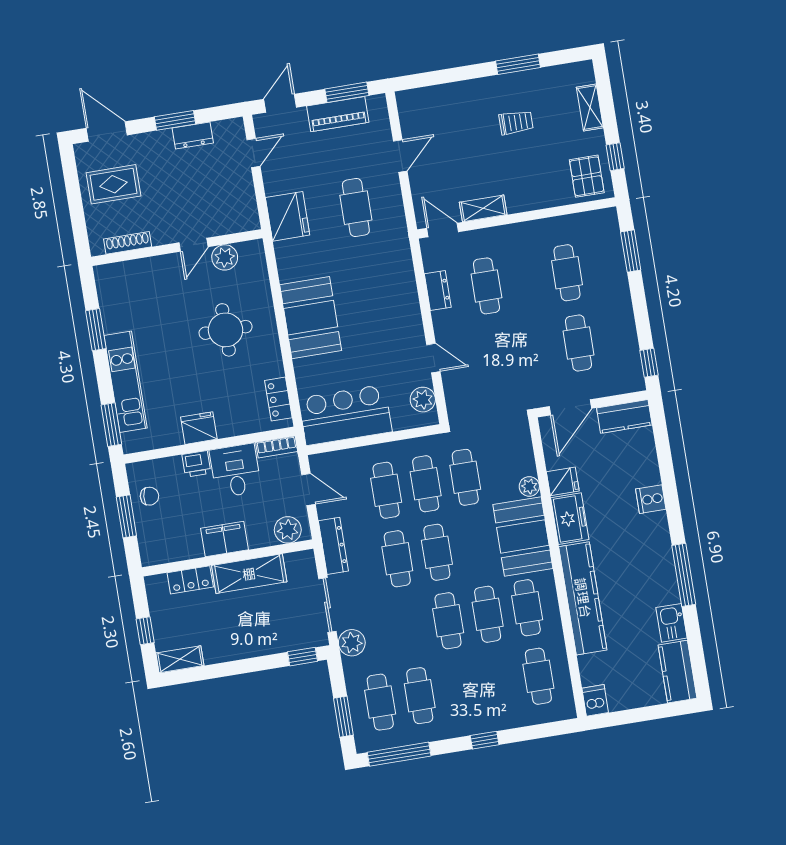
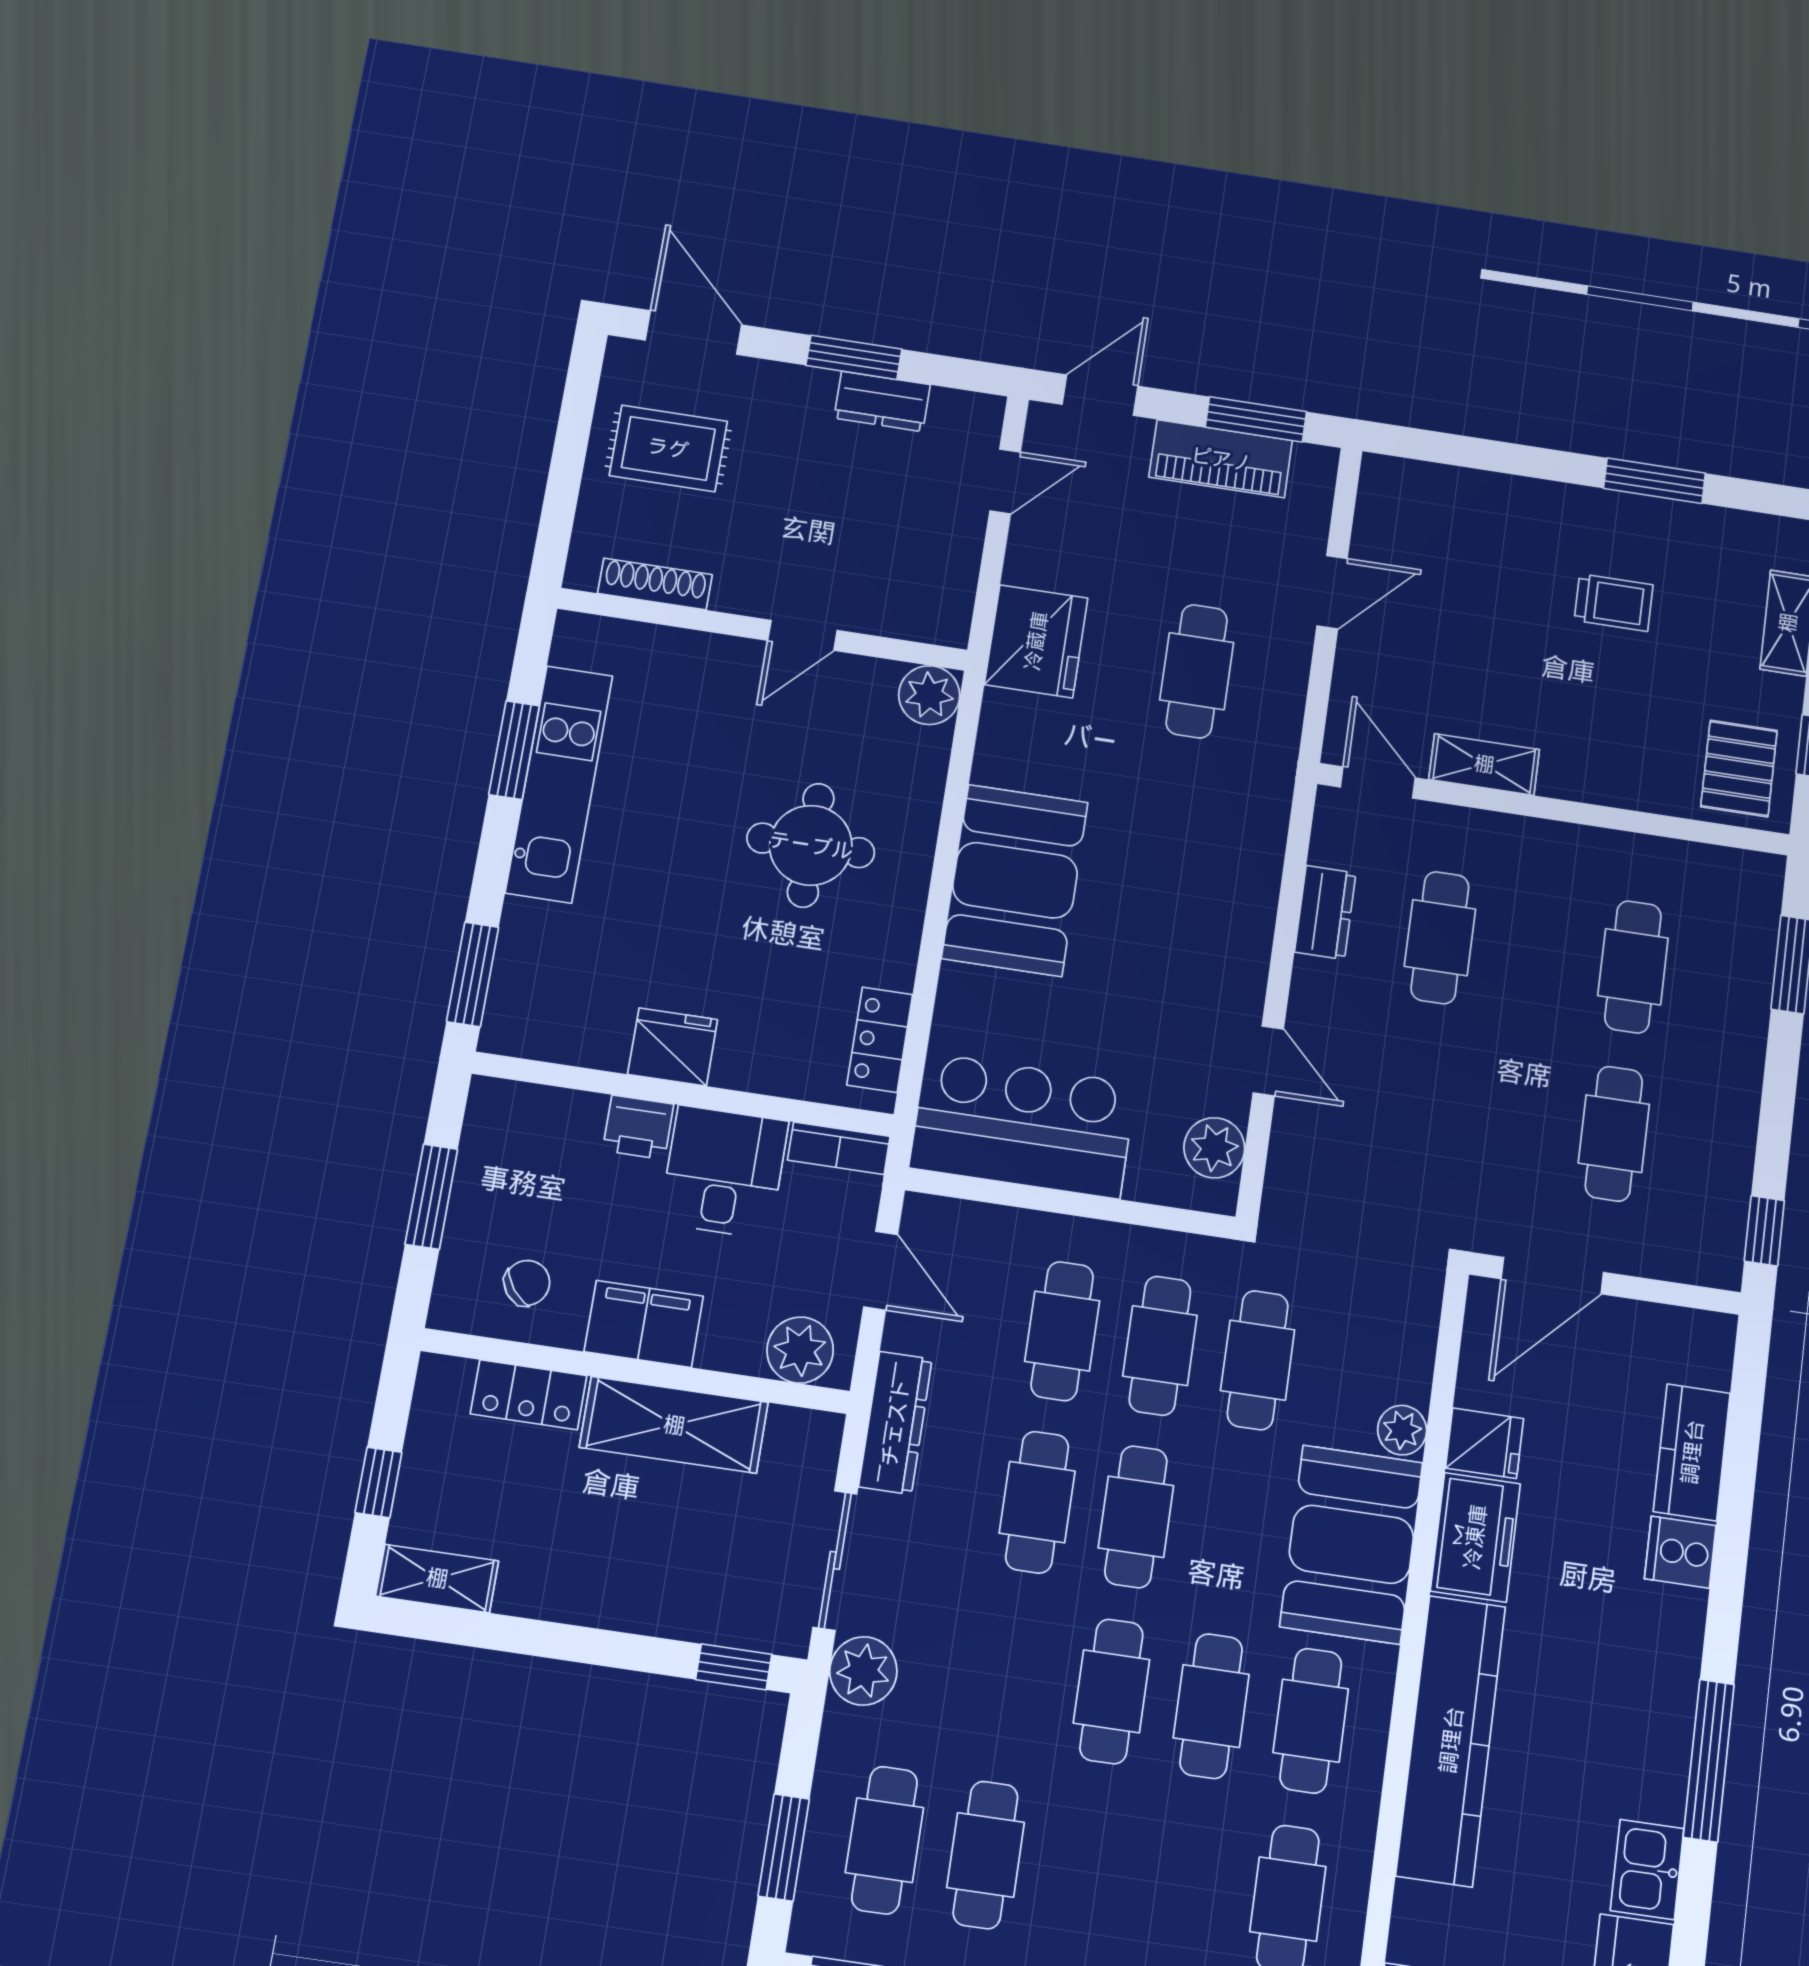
plant: (225, 257) -> (929, 695), moved
kitchen unit: (126, 382) -> (559, 784), moved
kitchen counter: (624, 416) -> (1692, 1452), moved, turned 90
chair: (149, 496) -> (527, 1283), moved, turned -44

